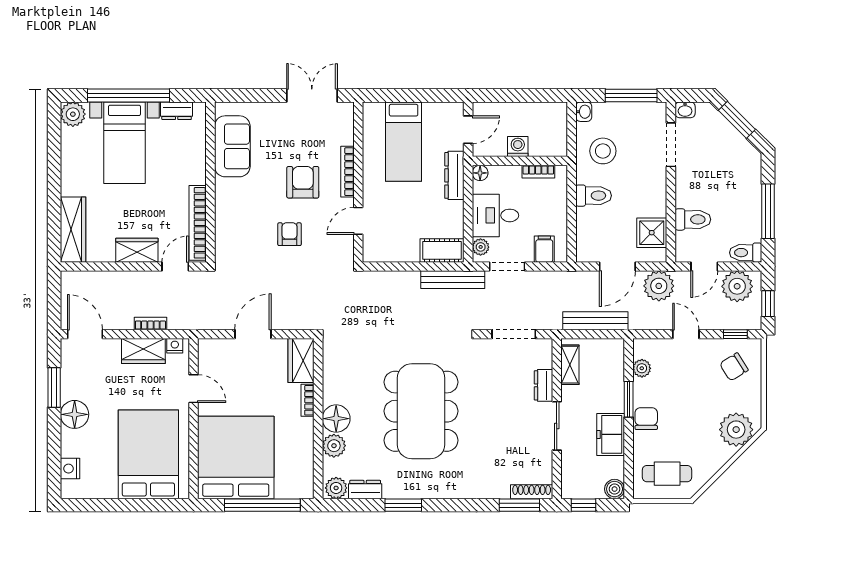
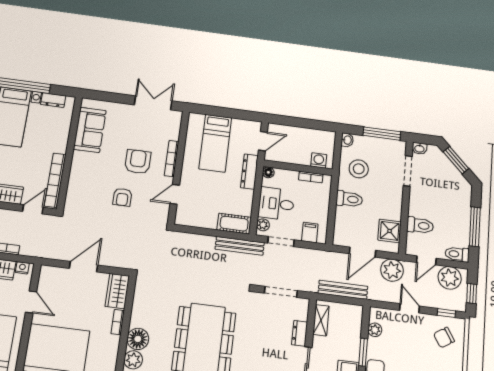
washing machine: (518, 147) -> (319, 160), moved
armchair: (289, 234) -> (122, 197), turned 180

